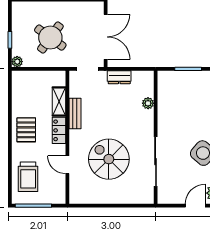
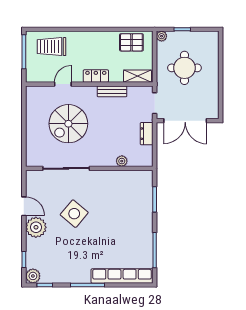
round table: (50, 38) -> (184, 68), turned -36
shelving: (59, 101) -> (137, 76), moved
pallet: (26, 130) -> (131, 42), moved
spiral stairs: (109, 159) -> (68, 124), turned 180

